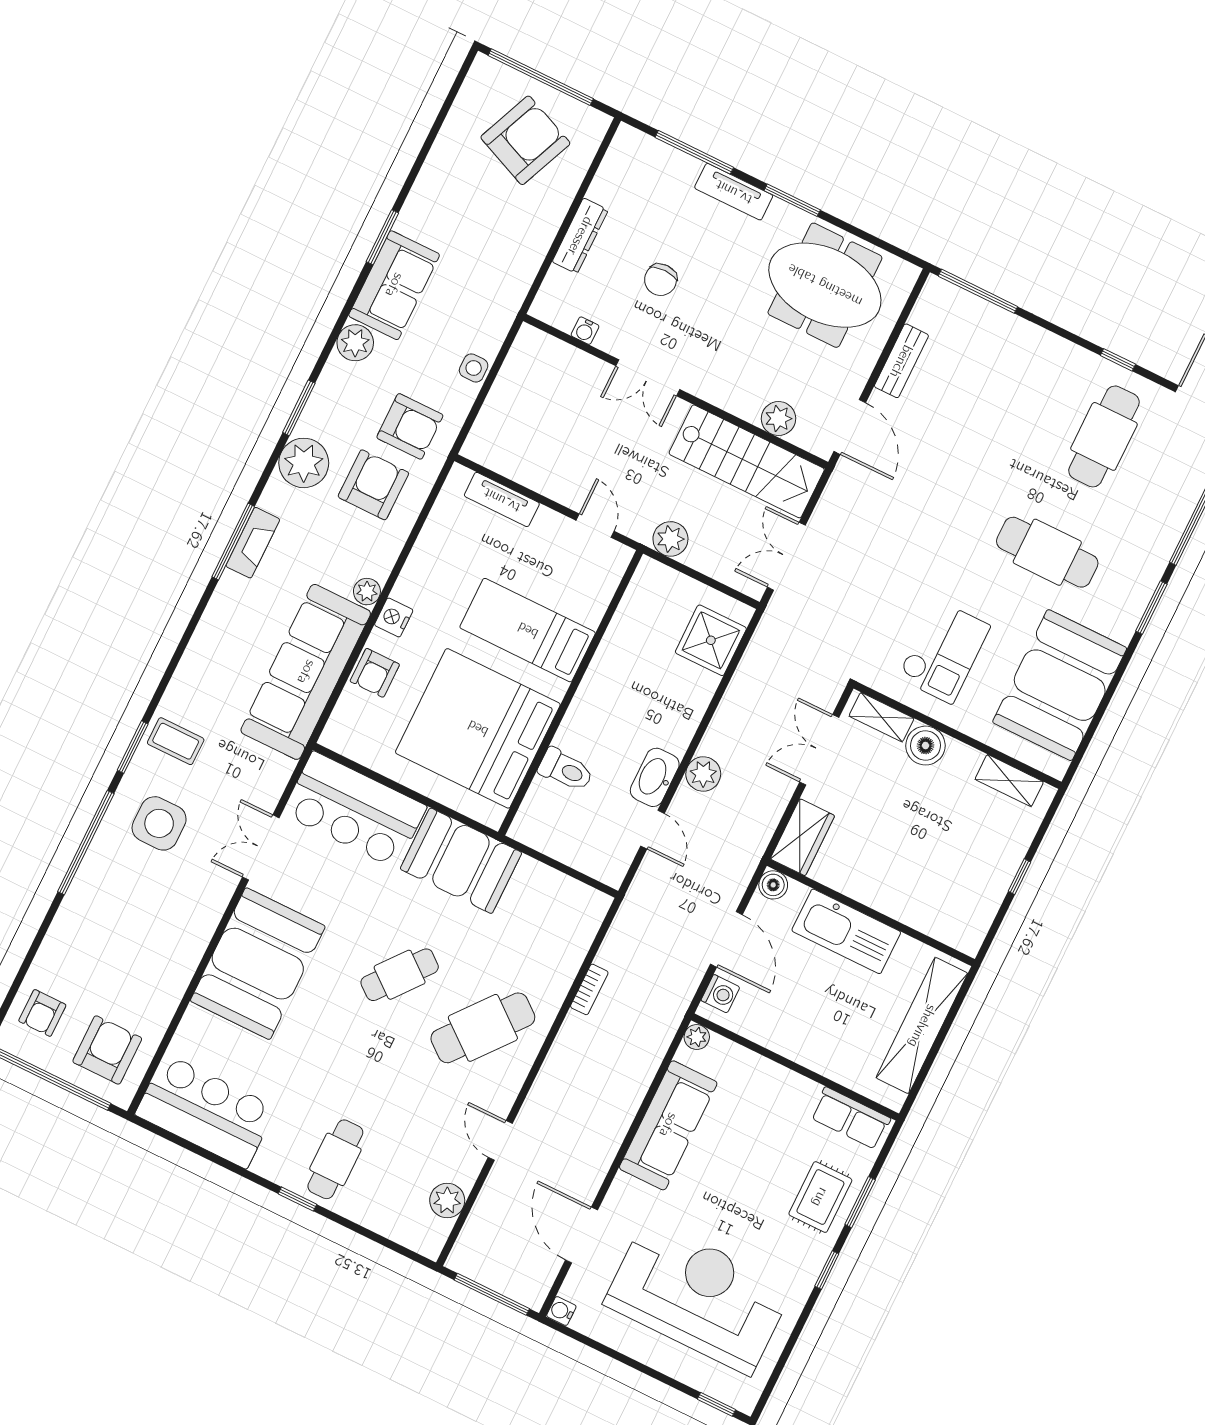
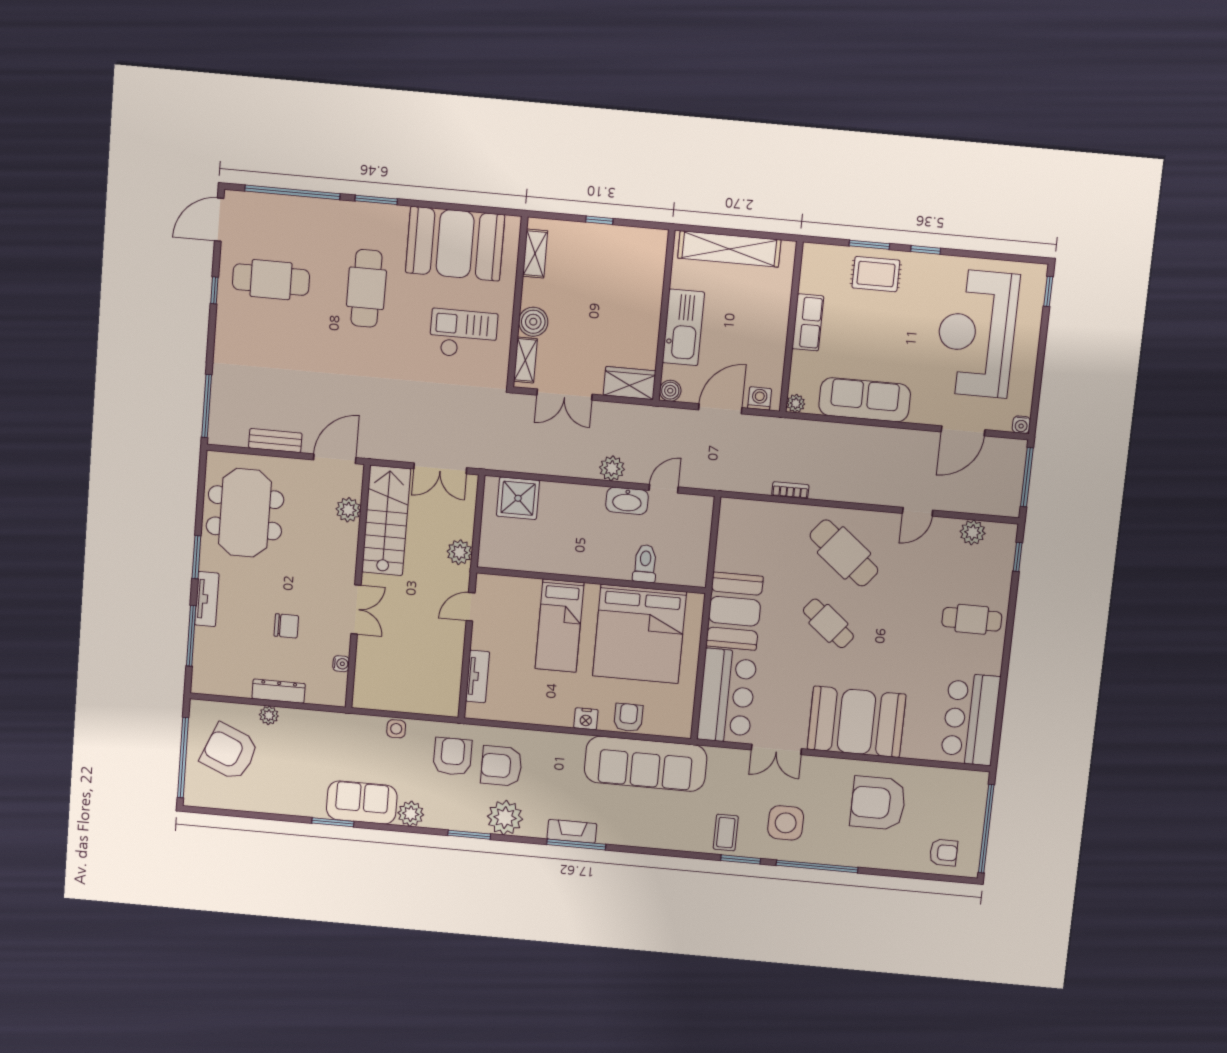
plant: (367, 592) -> (269, 715), moved
armchair: (375, 673) -> (628, 717), turned -90
armchair: (107, 1050) -> (878, 803), moved, width x1.36, depth x1.36
row of seats: (851, 1118) -> (808, 322), moved
window: (297, 1199) -> (1018, 557), moved

